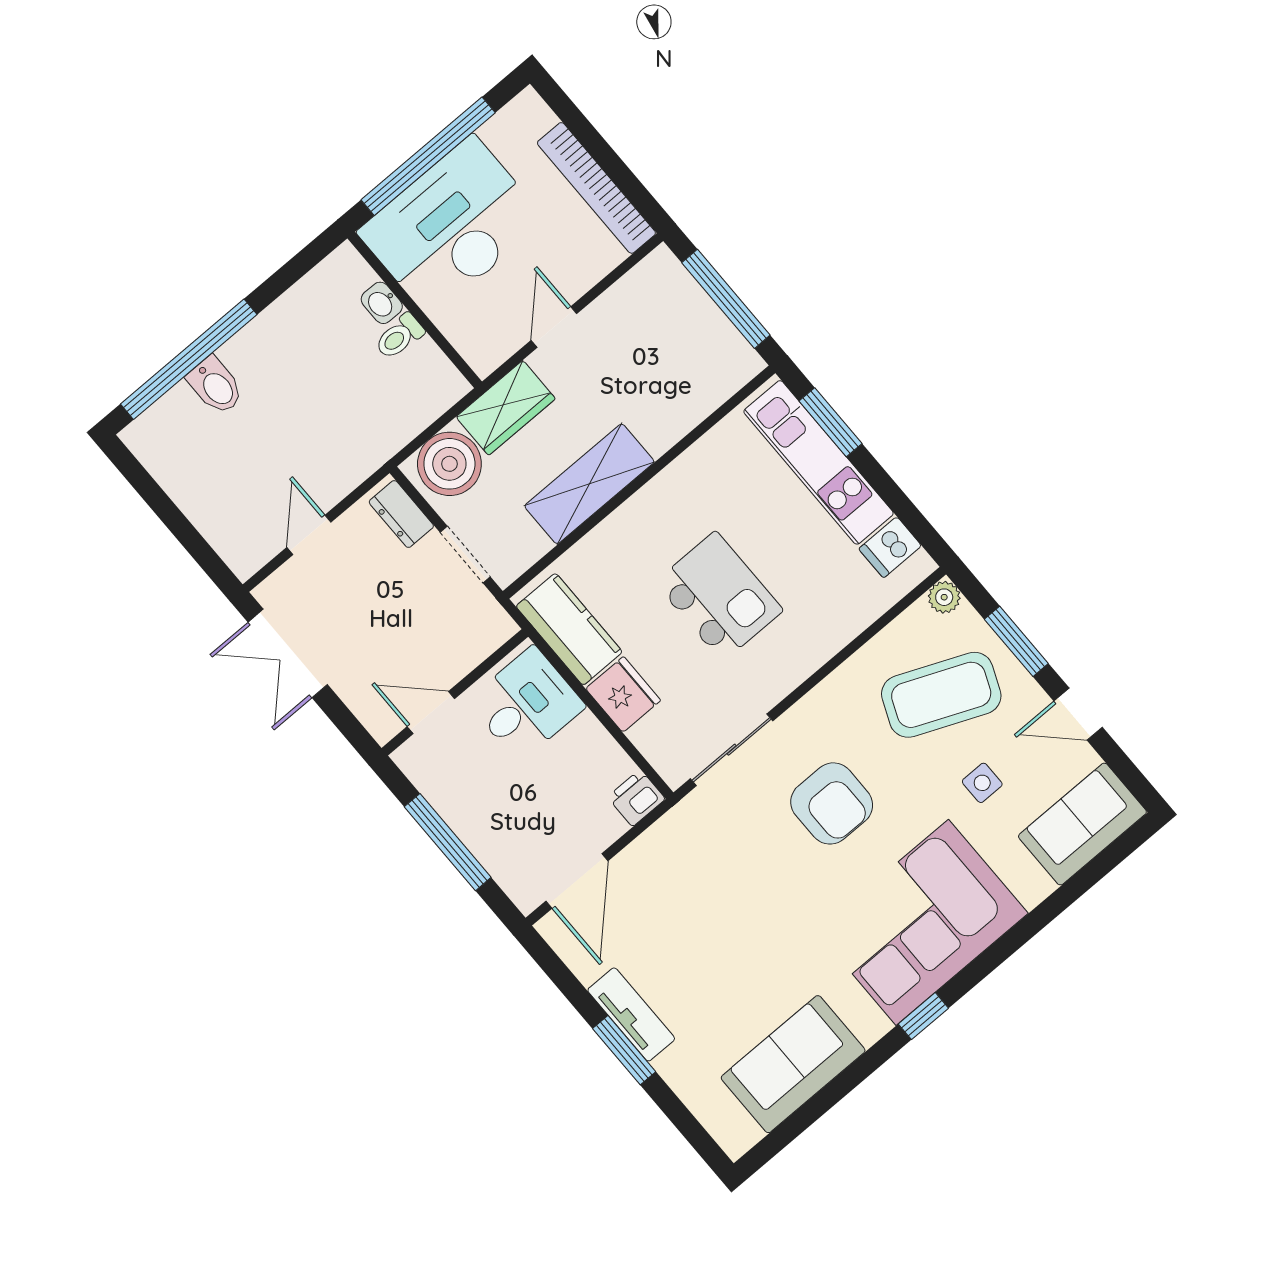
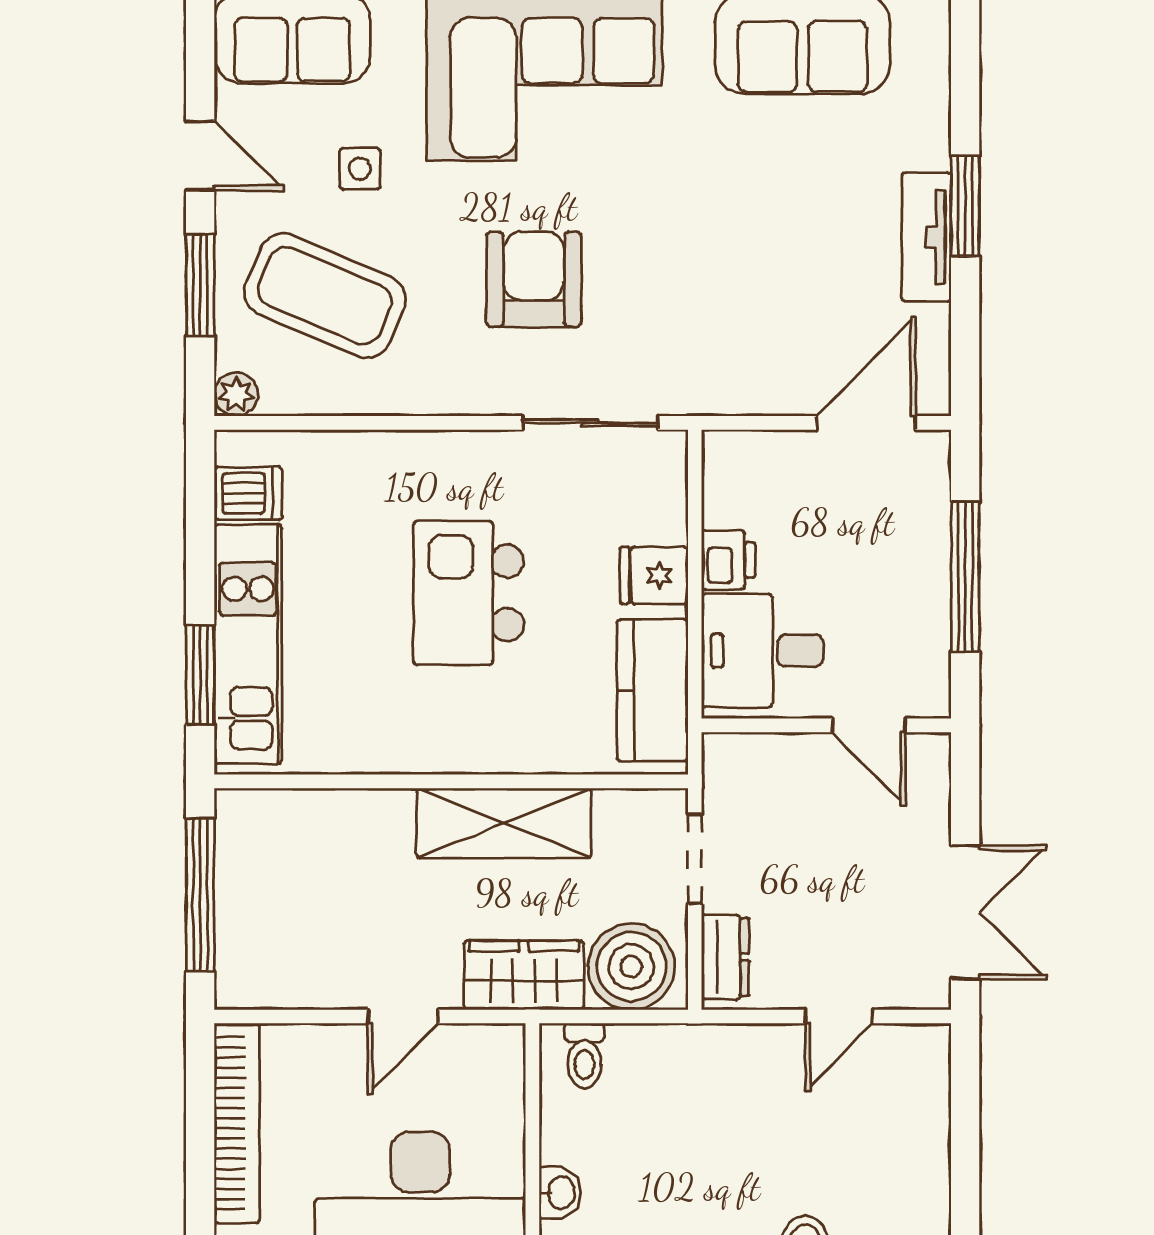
toilet: (399, 336) -> (584, 1056), moved, turned 90
fridge: (623, 694) -> (654, 575), width x0.72
printer: (636, 798) -> (728, 560), moved, turned -90

